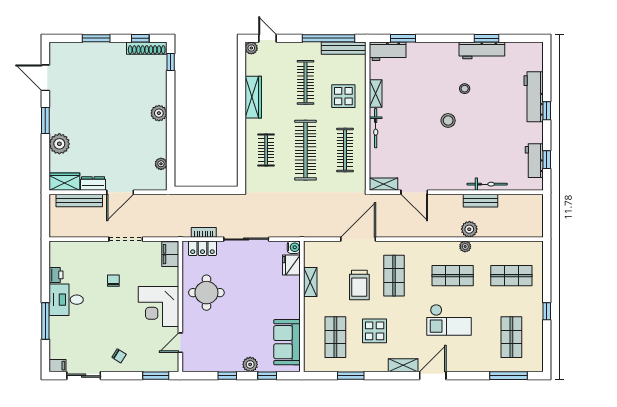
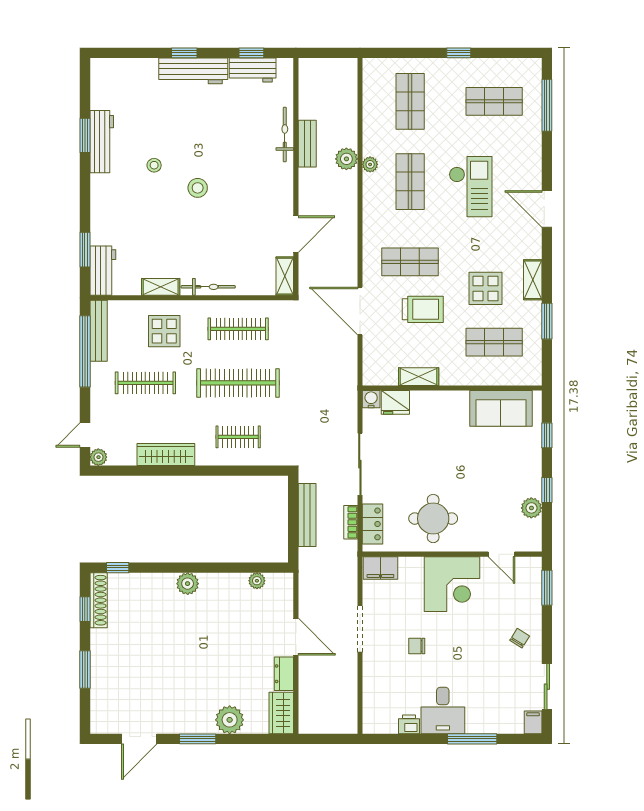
workbench: (534, 97) -> (193, 71), moved
bench: (79, 200) -> (307, 515), moved
plant: (250, 364) -> (531, 508), moved
shelving: (403, 365) -> (533, 280), moved

